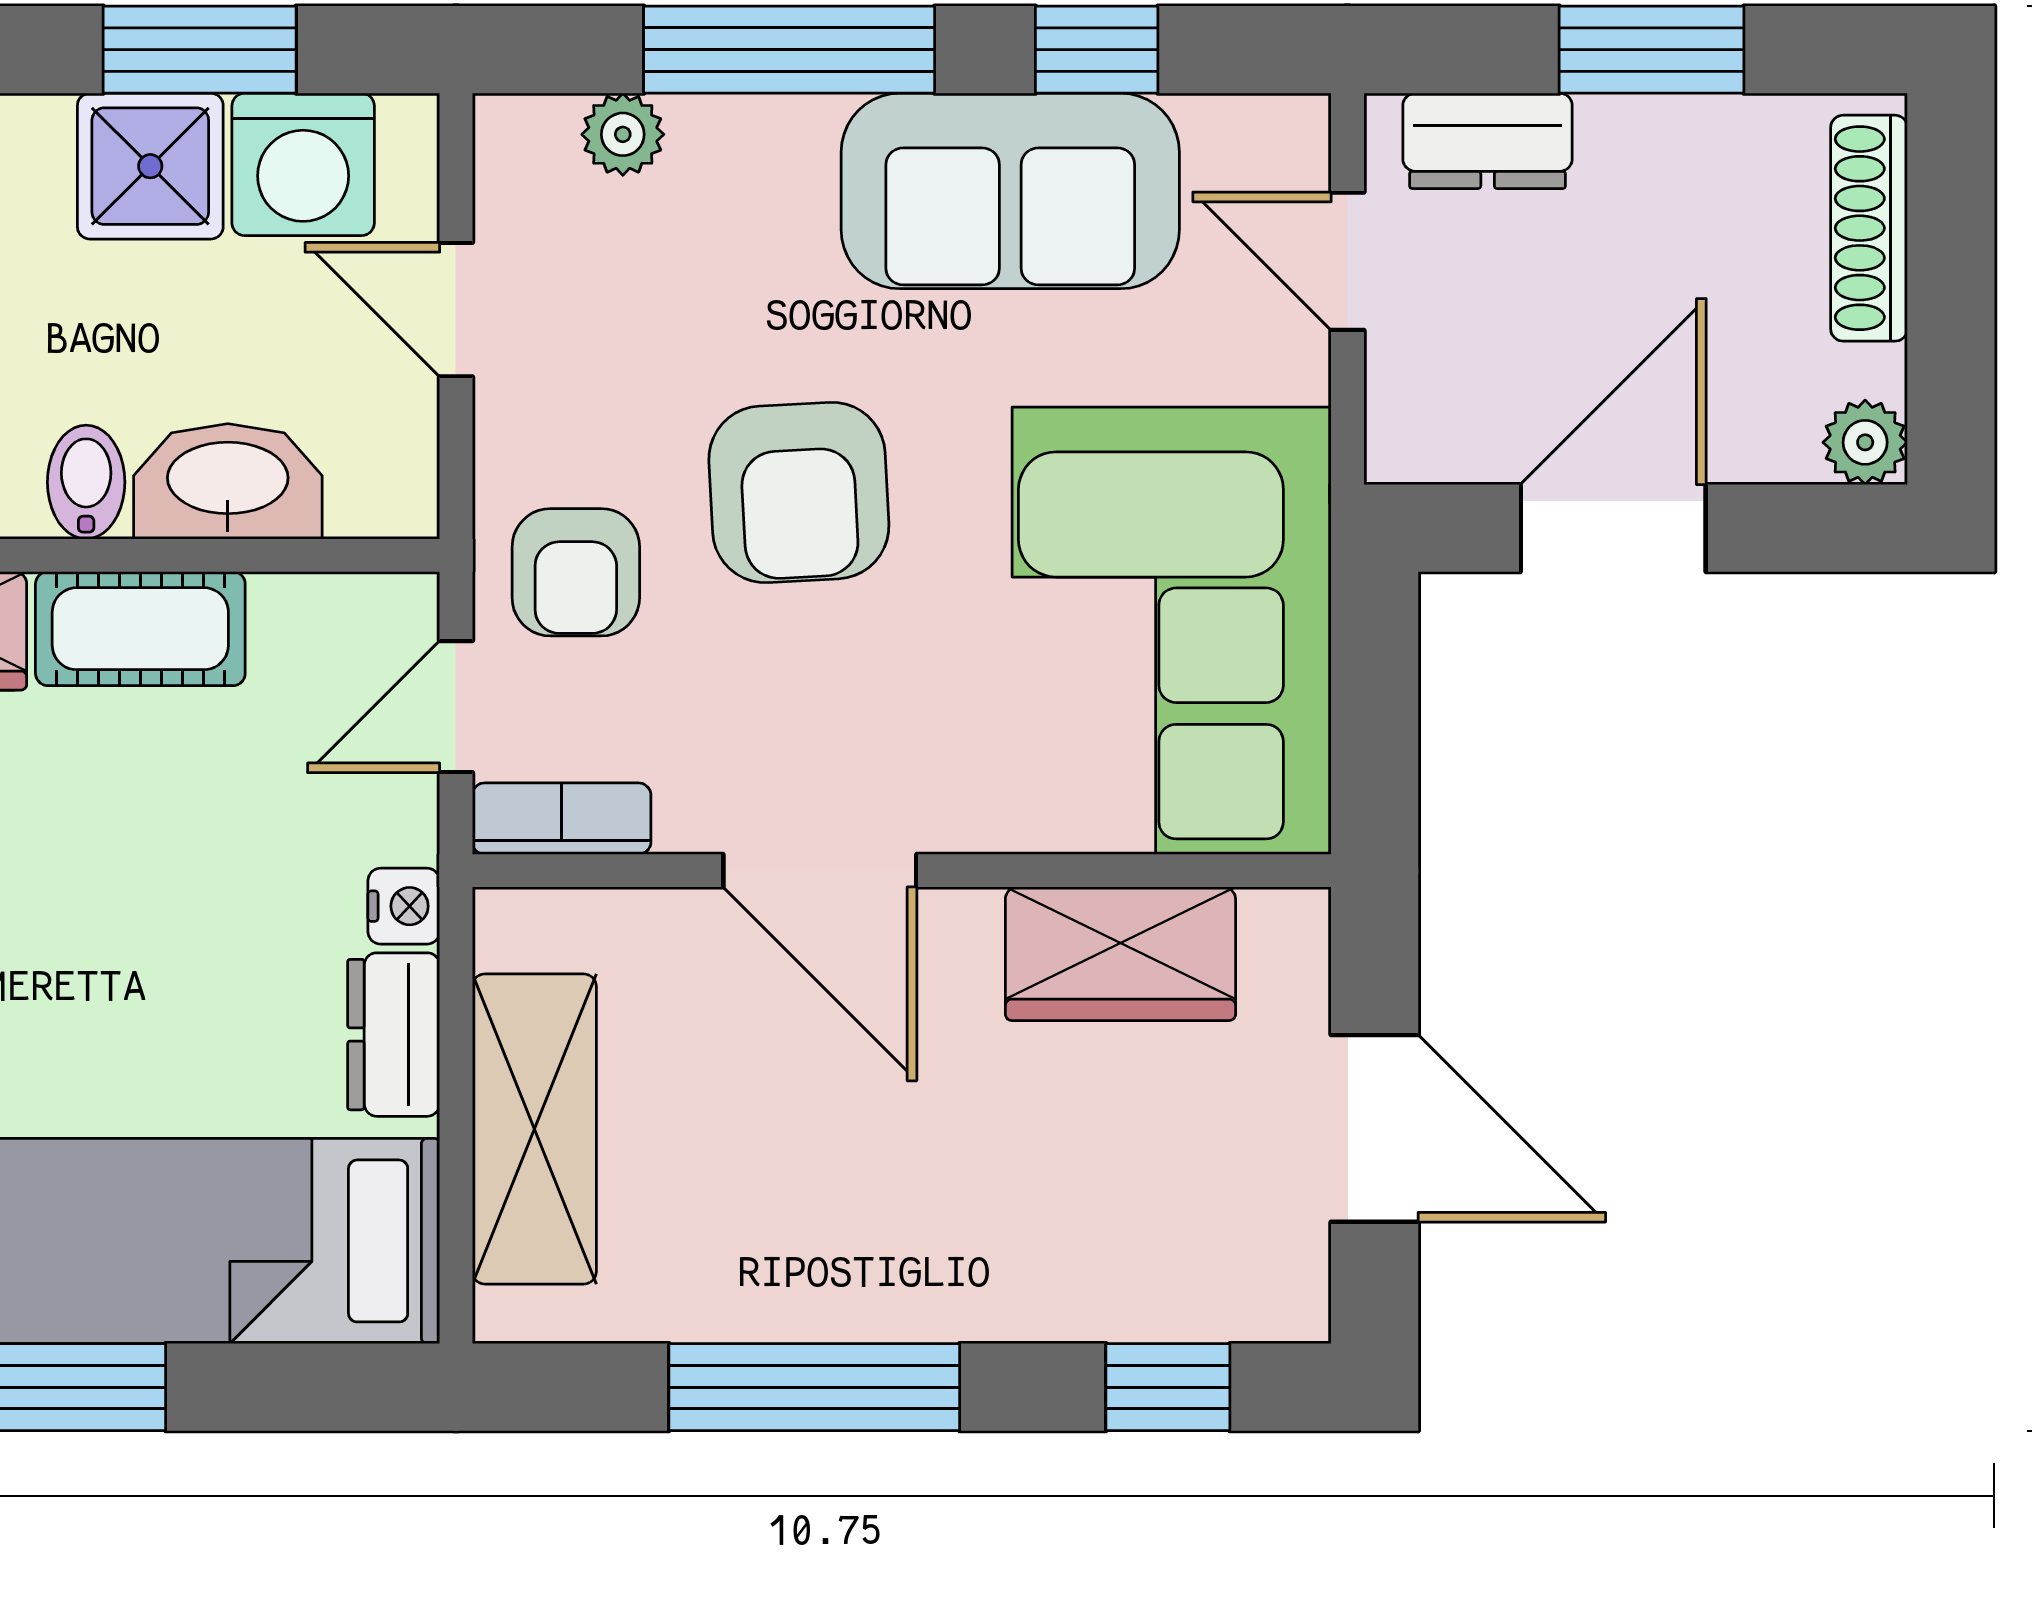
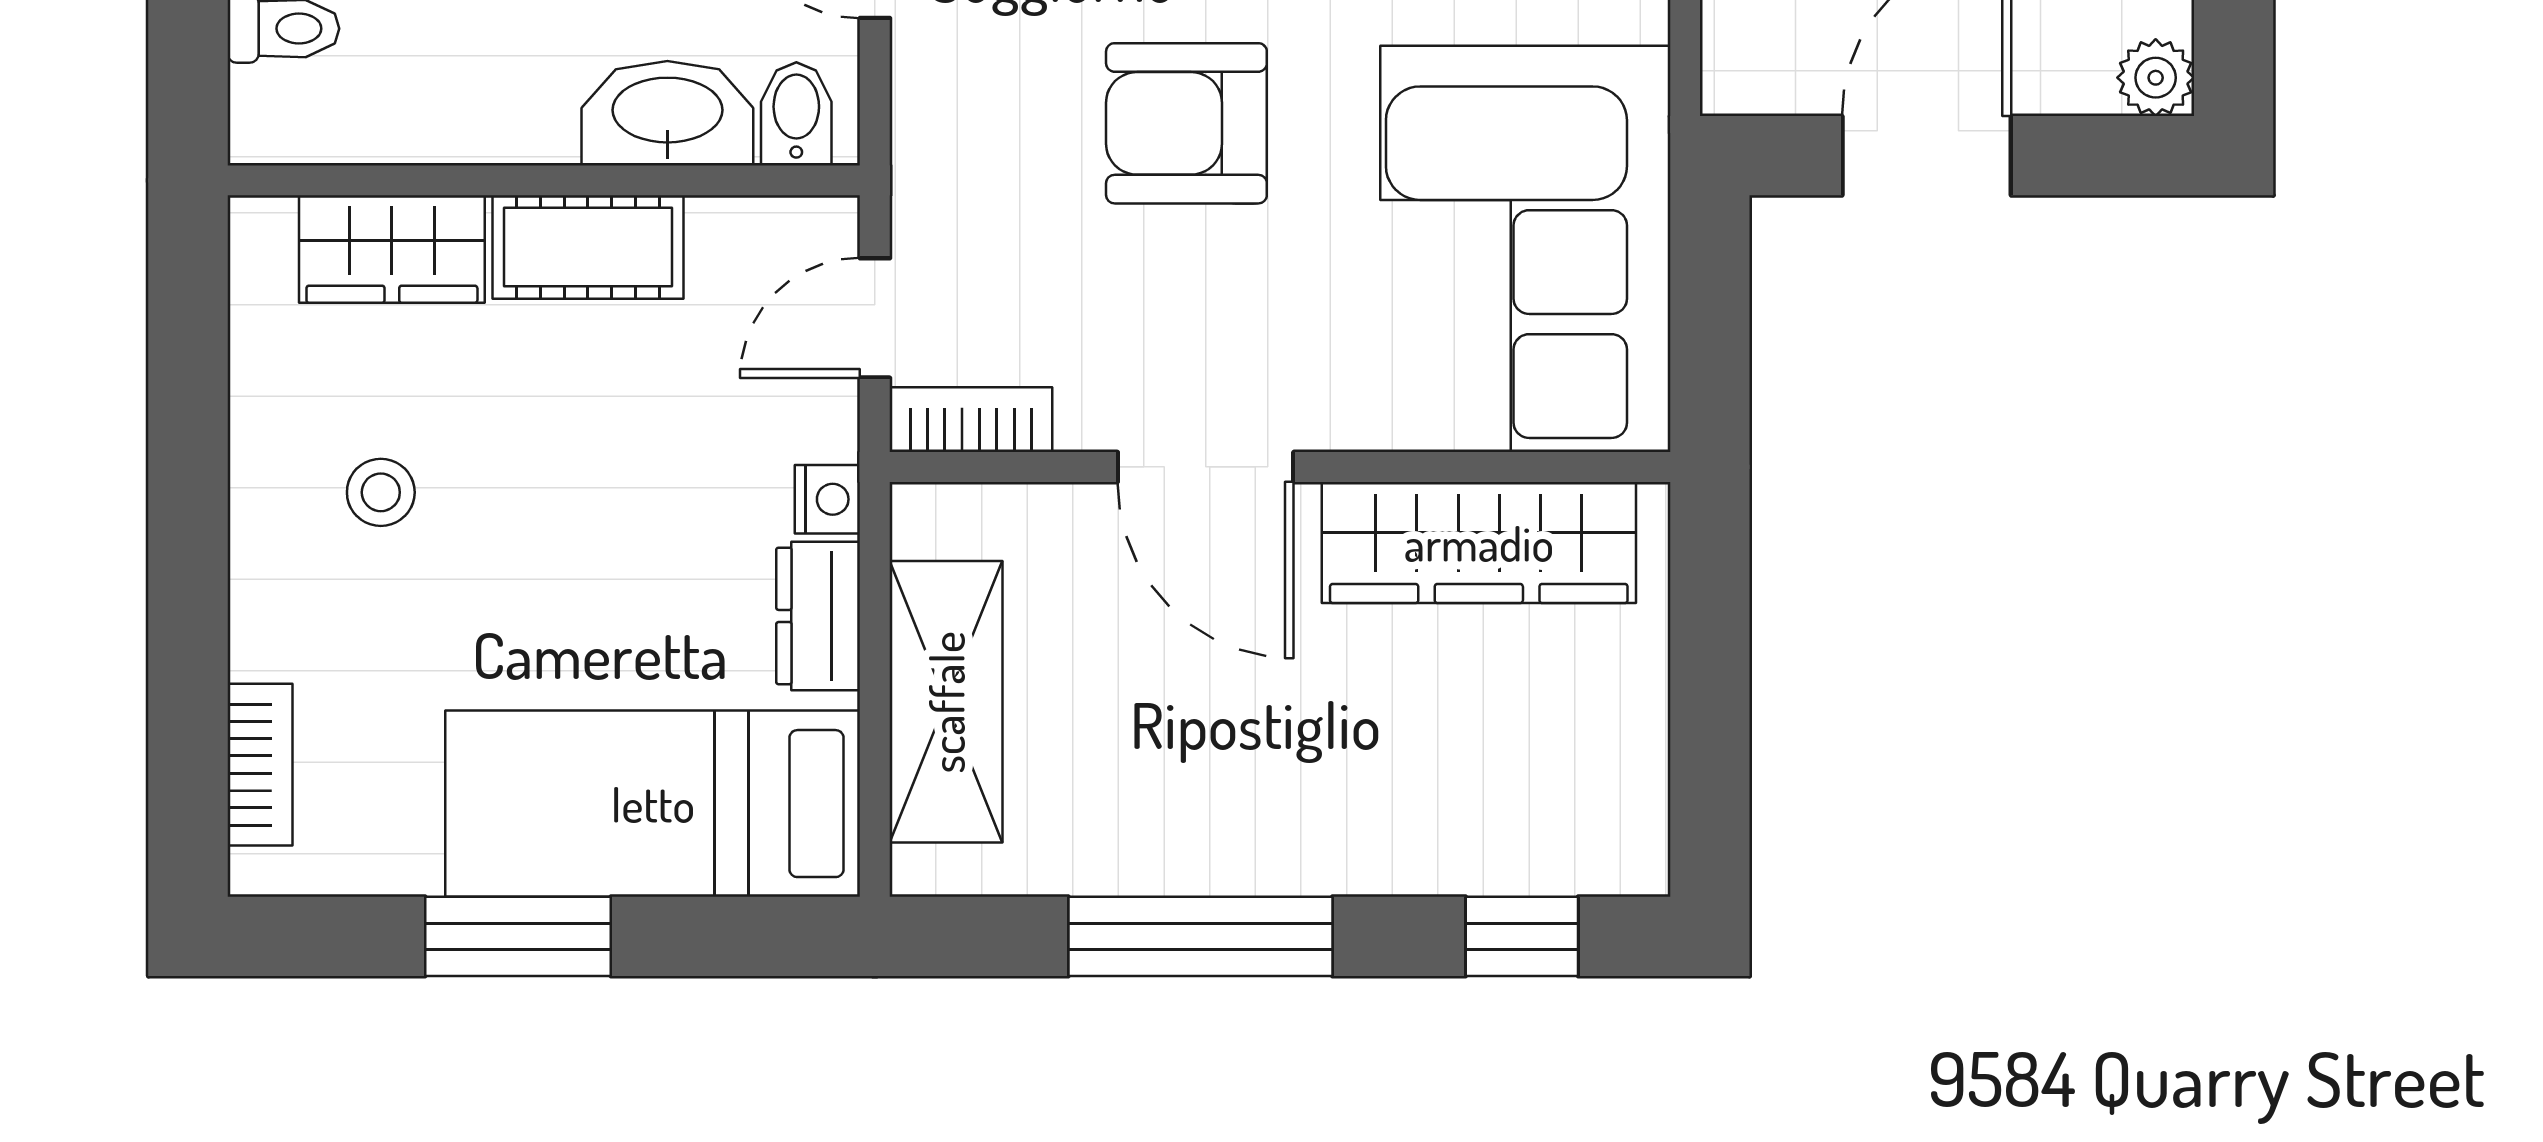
bidet: (86, 482) -> (796, 114), moved
armchair: (799, 492) -> (1186, 123), turned 93
armchair: (576, 572) -> (984, 196), removed
wardrobe: (1120, 954) -> (1479, 543), width x1.50
door: (1375, 1128) -> (1710, 701), removed

